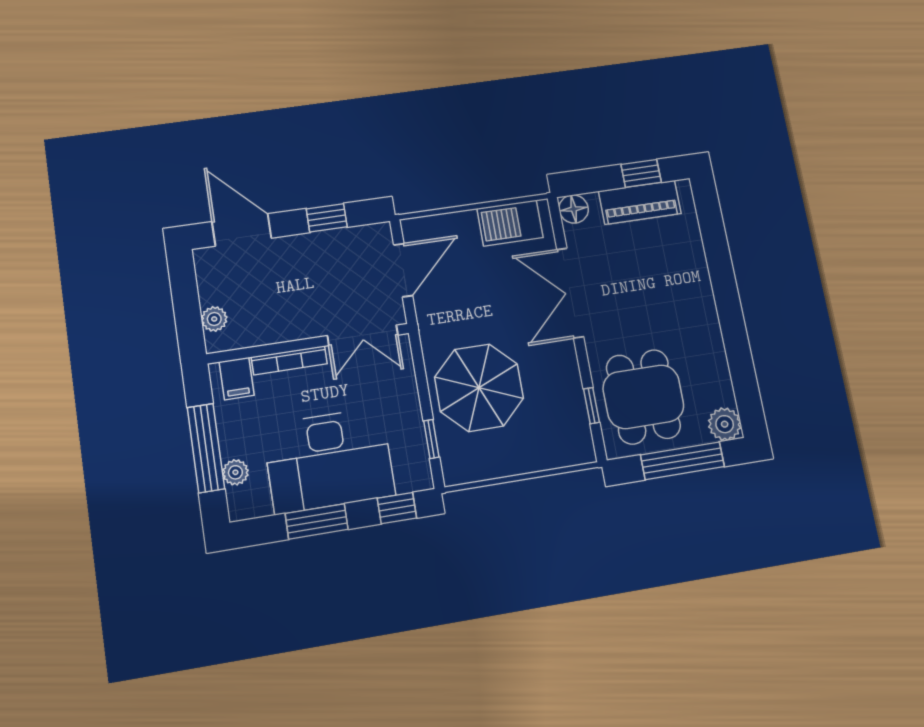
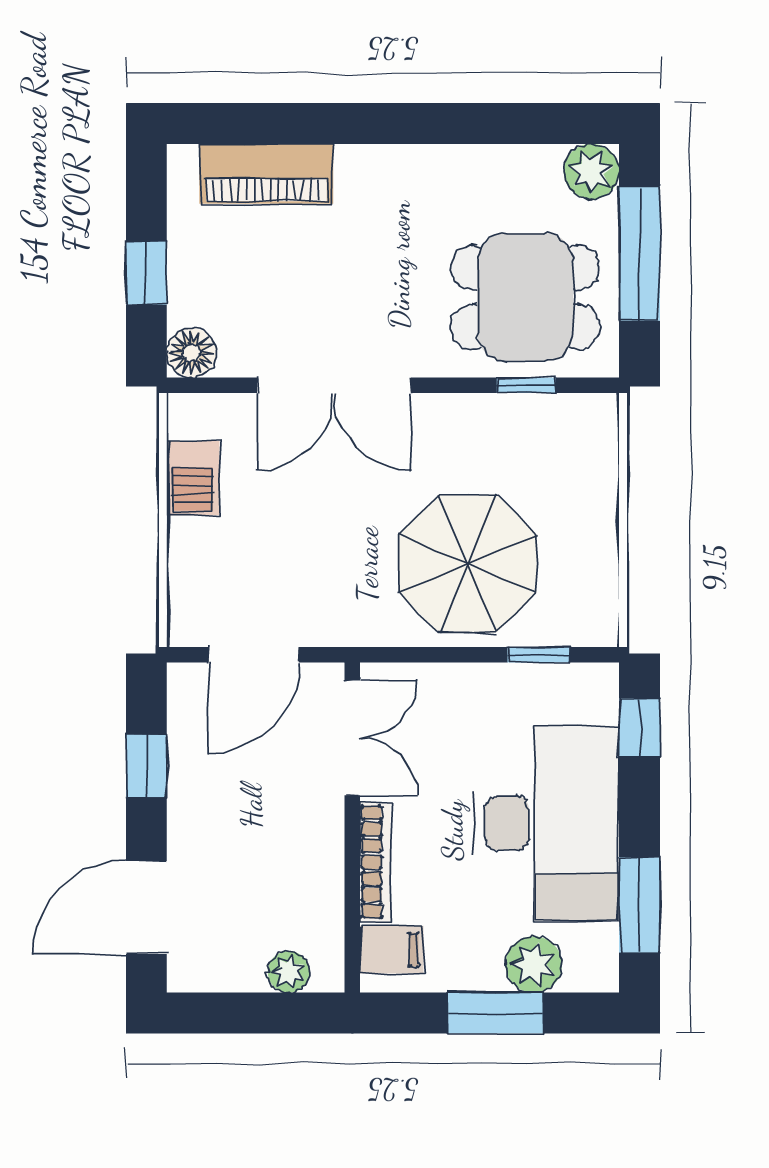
window: (641, 173) -> (146, 273), moved
piano: (640, 202) -> (266, 174), moved, turned 90
barbecue: (510, 223) -> (193, 478), width x0.73, depth x0.79
door: (403, 270) -> (254, 655), swing flipped
window: (206, 448) -> (496, 1013), width x0.69
plant: (235, 472) -> (534, 964), width x1.38, depth x1.38
window: (317, 521) -> (639, 905), moved

